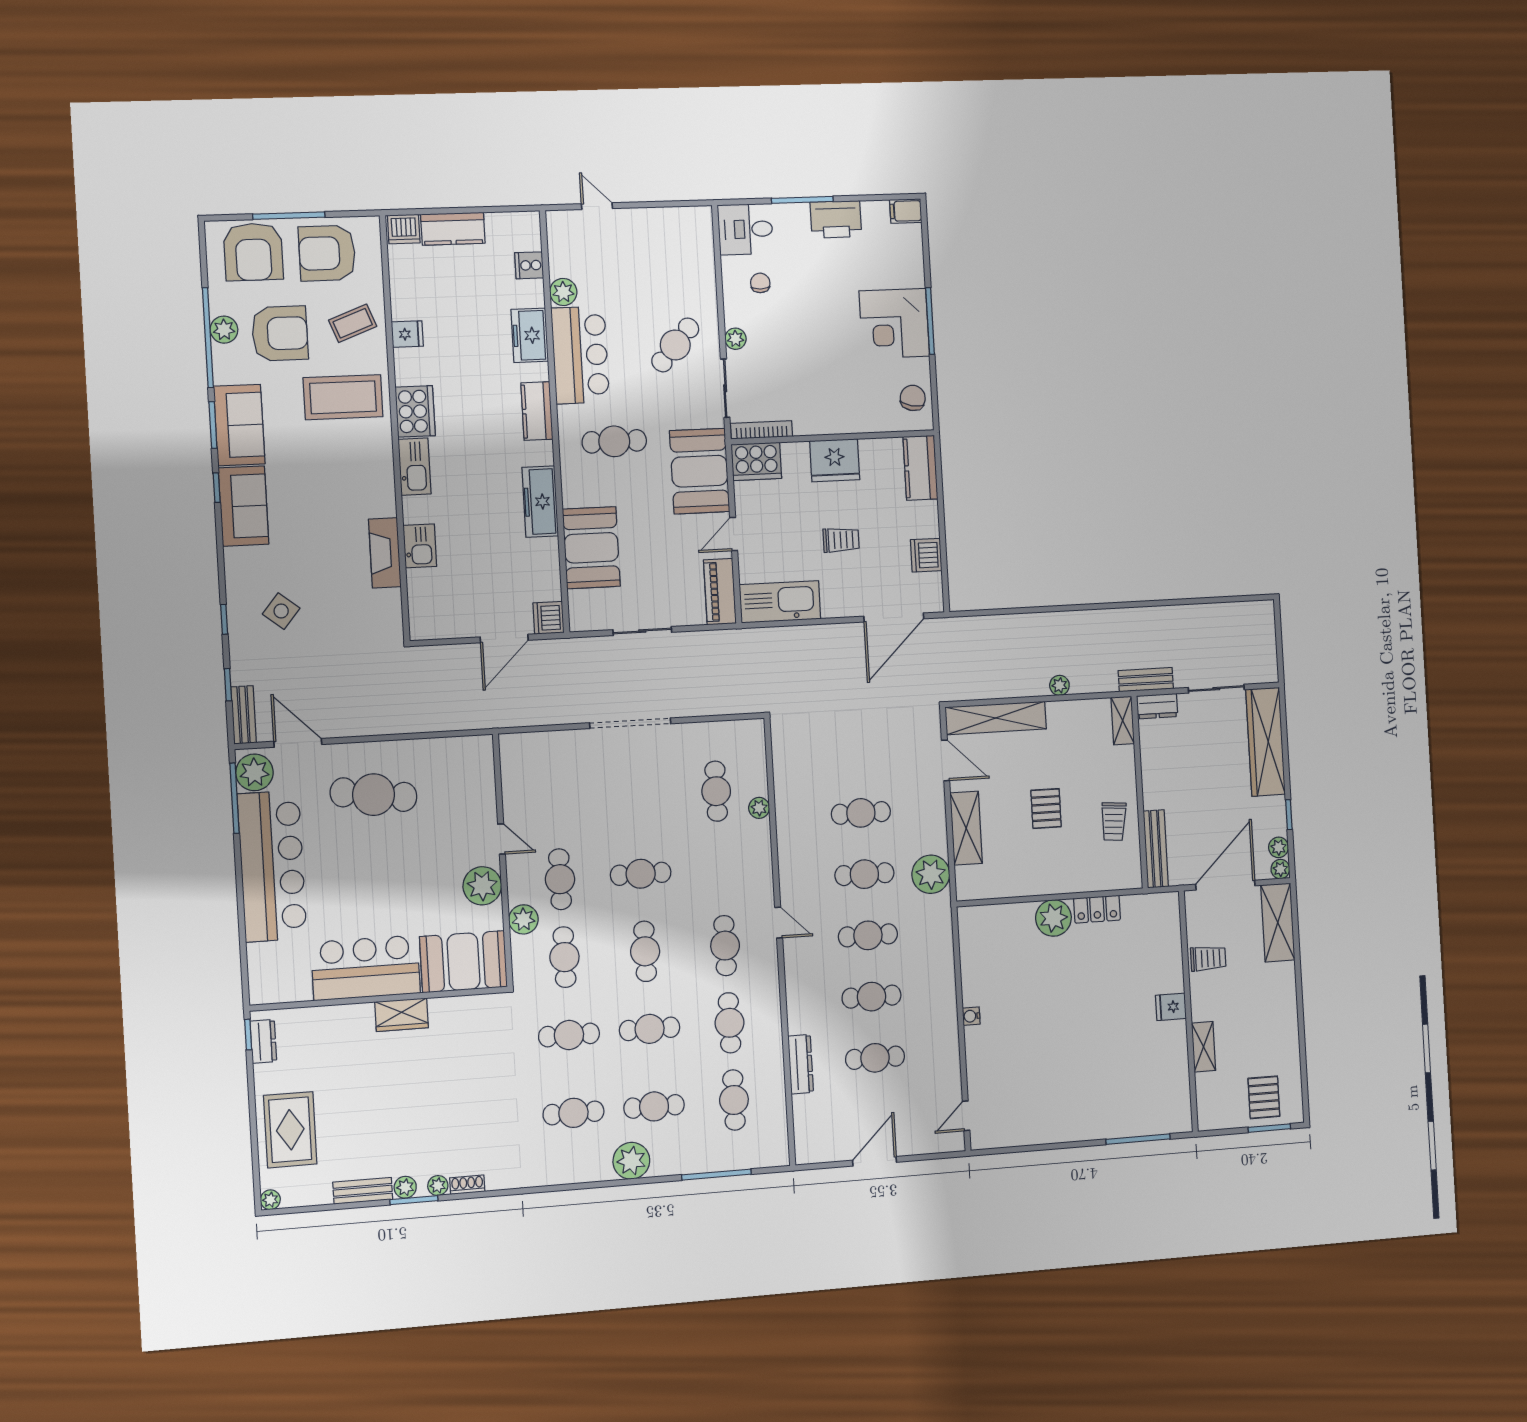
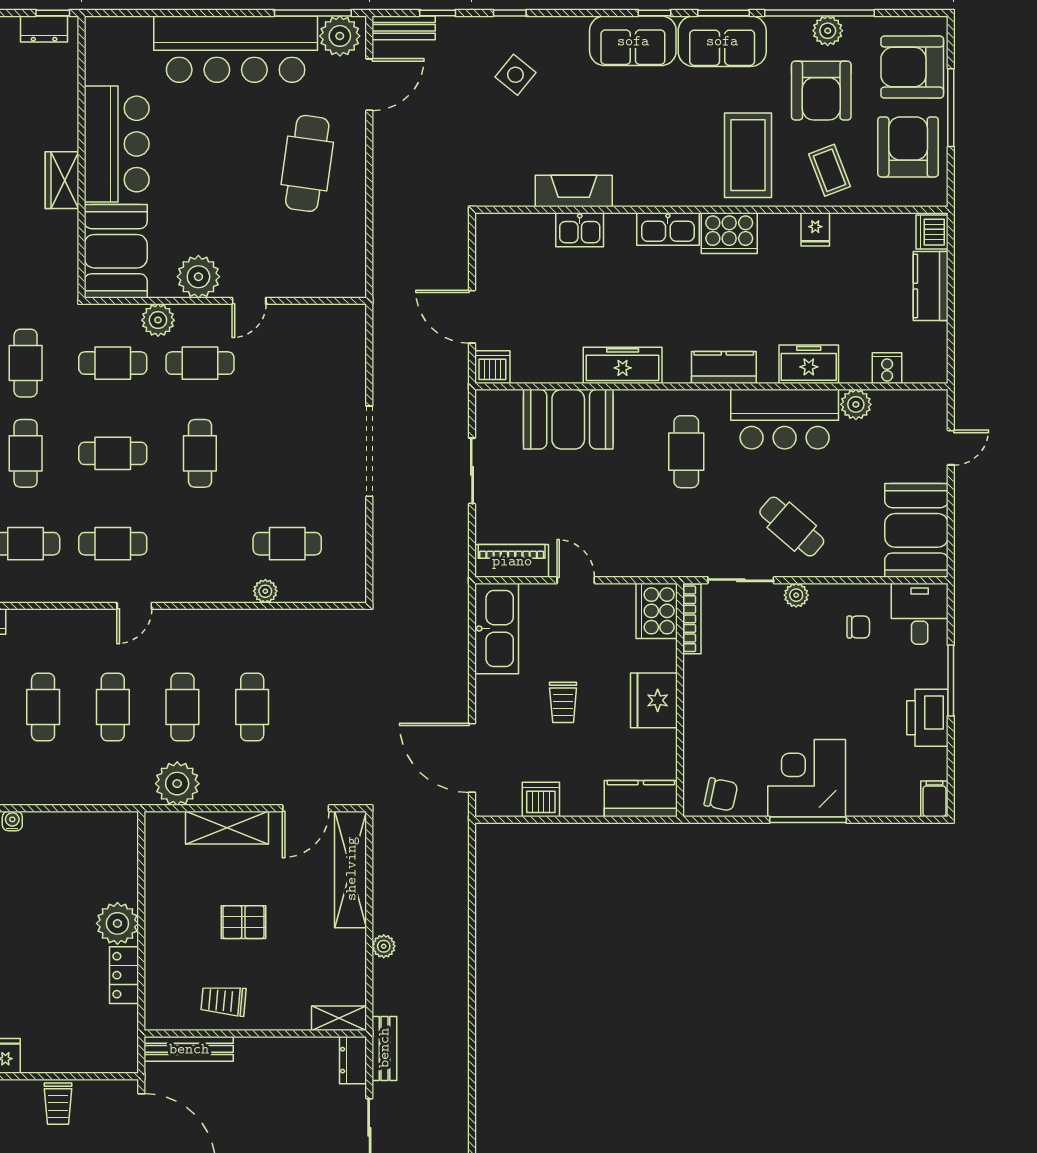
booth: (700, 471) -> (916, 530), moved, turned 90

